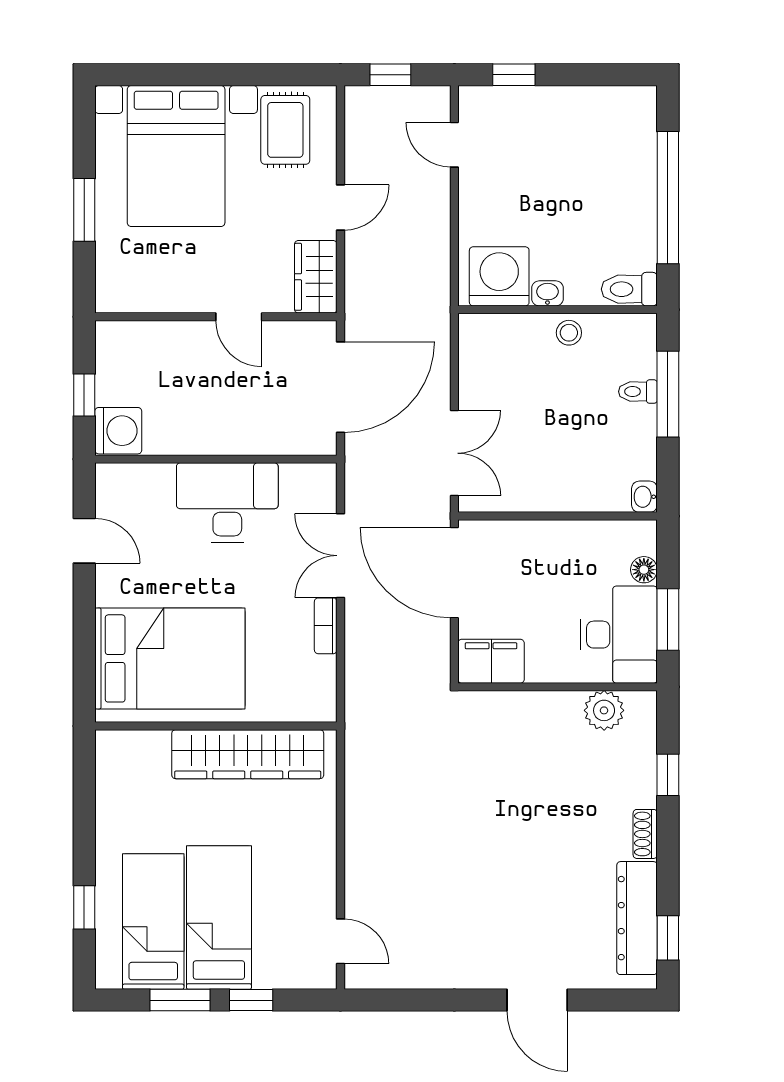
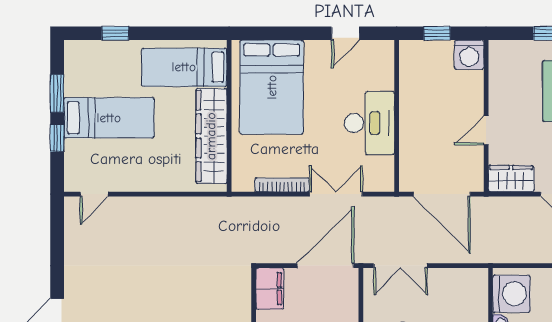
washing machine: (118, 431) -> (469, 55), moved
bookcase: (326, 626) -> (282, 185), width x1.56
bed: (153, 921) -> (184, 67), moved, turned 180

